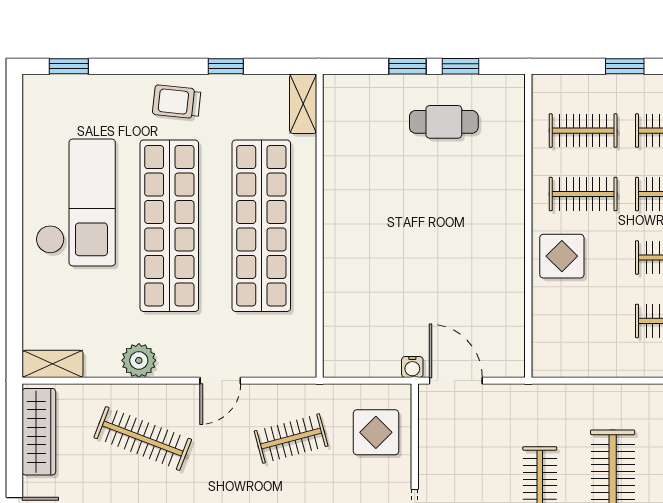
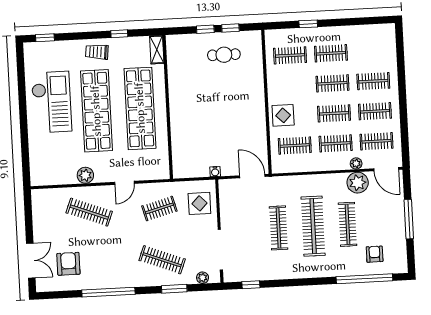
clothes rail: (583, 194) -> (295, 146), moved
shelving: (53, 364) -> (45, 179), removed
door: (456, 381) -> (252, 176), moved
wardrobe: (39, 432) -> (40, 211), removed

